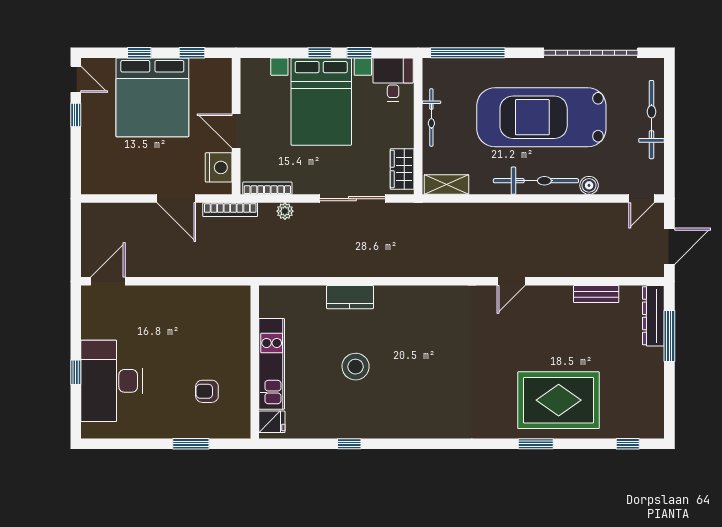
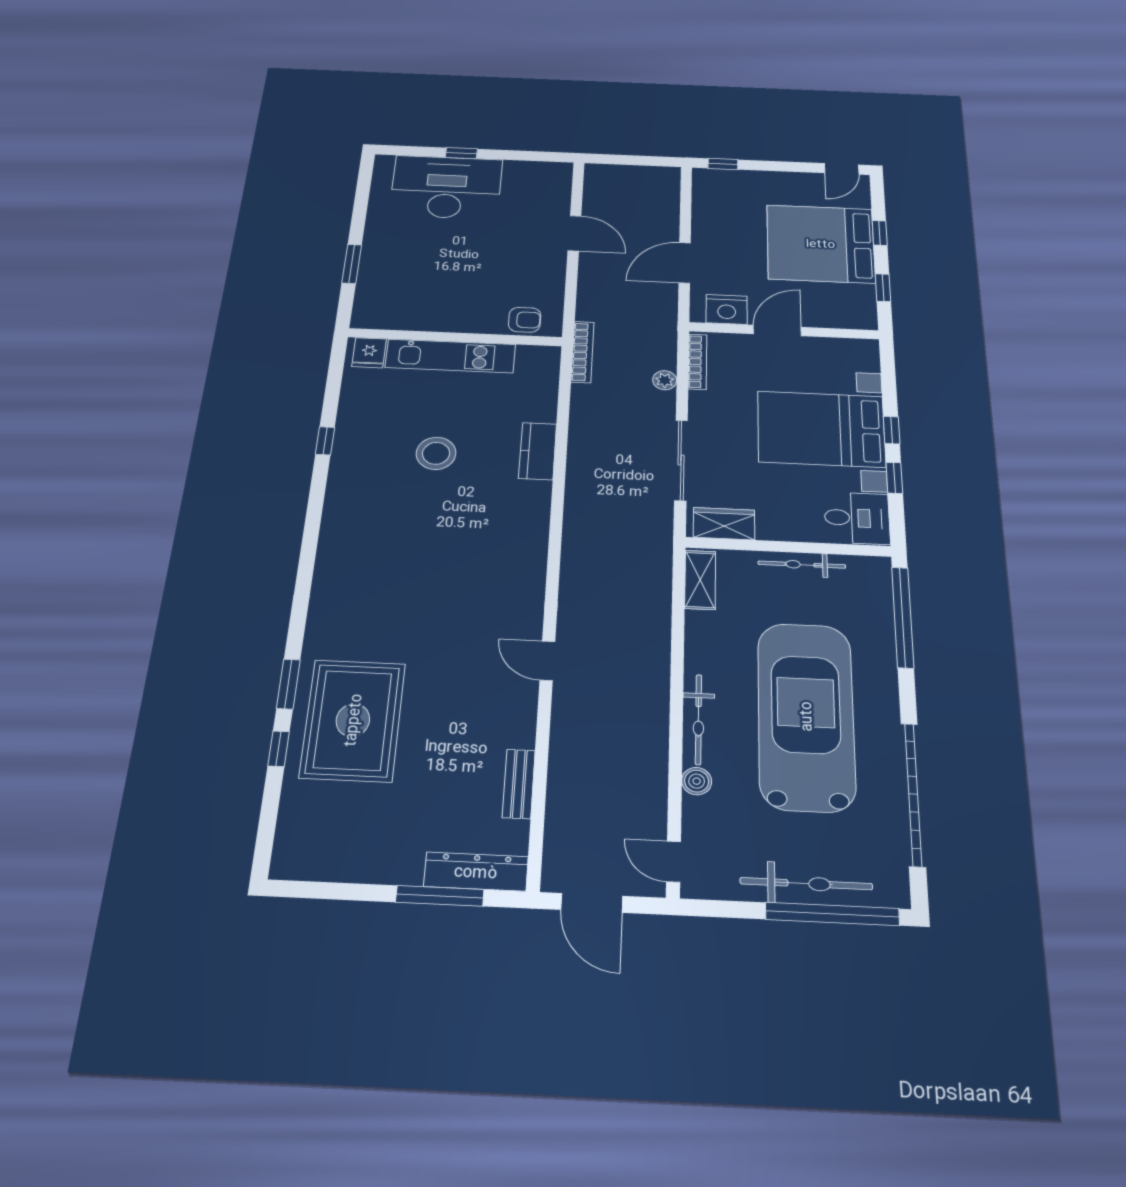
window: (669, 105) -> (832, 914), added
window: (76, 115) -> (723, 164), moved
bicycle: (536, 181) -> (698, 719), width x0.73, depth x0.71
bookcase: (230, 210) -> (583, 352), moved, turned 180
door: (108, 281) -> (574, 233), moved
armchair: (207, 391) -> (525, 320), moved, turned 90
window: (628, 444) -> (279, 749), moved

